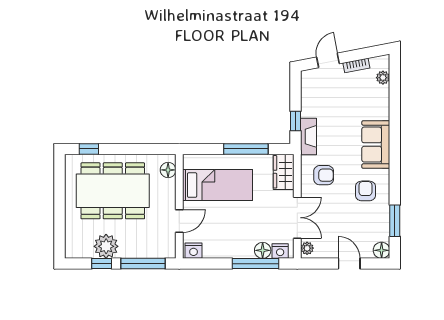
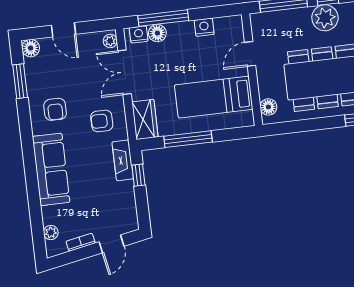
sofa: (376, 145) -> (51, 169), width x1.36
nightstand: (194, 251) -> (204, 27), moved

